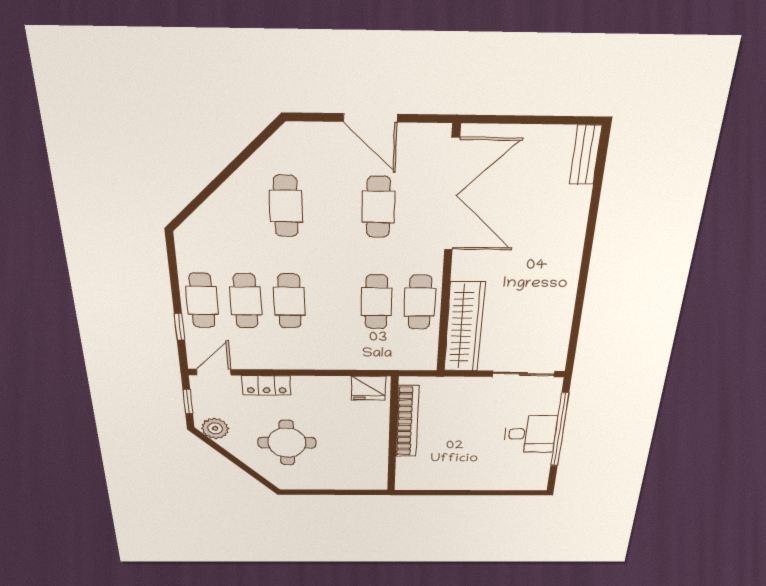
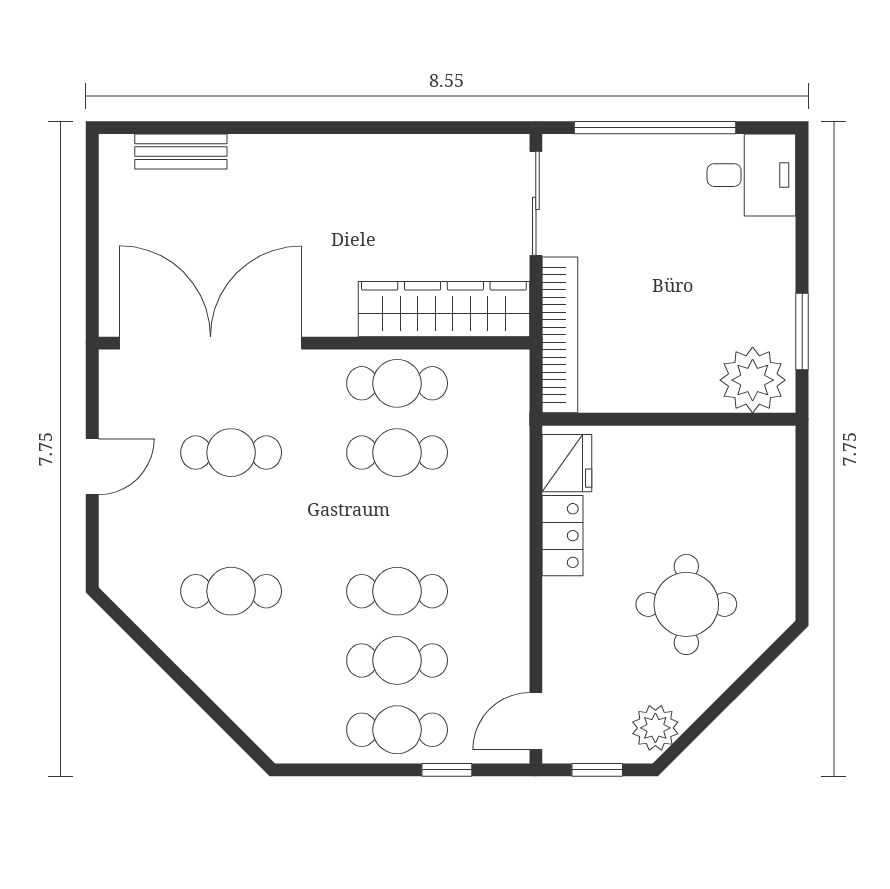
door: (370, 118) -> (92, 467), width x0.73
bench: (586, 155) -> (181, 152), moved
door: (214, 372) -> (536, 721), hinge flipped
locker: (266, 385) -> (563, 536), moved
bookcase: (407, 422) -> (560, 335), moved, turned 90
desk: (530, 434) -> (751, 175), moved, turned 90
plant: (413, 472) -> (753, 380), added
window: (439, 493) -> (802, 332), added

